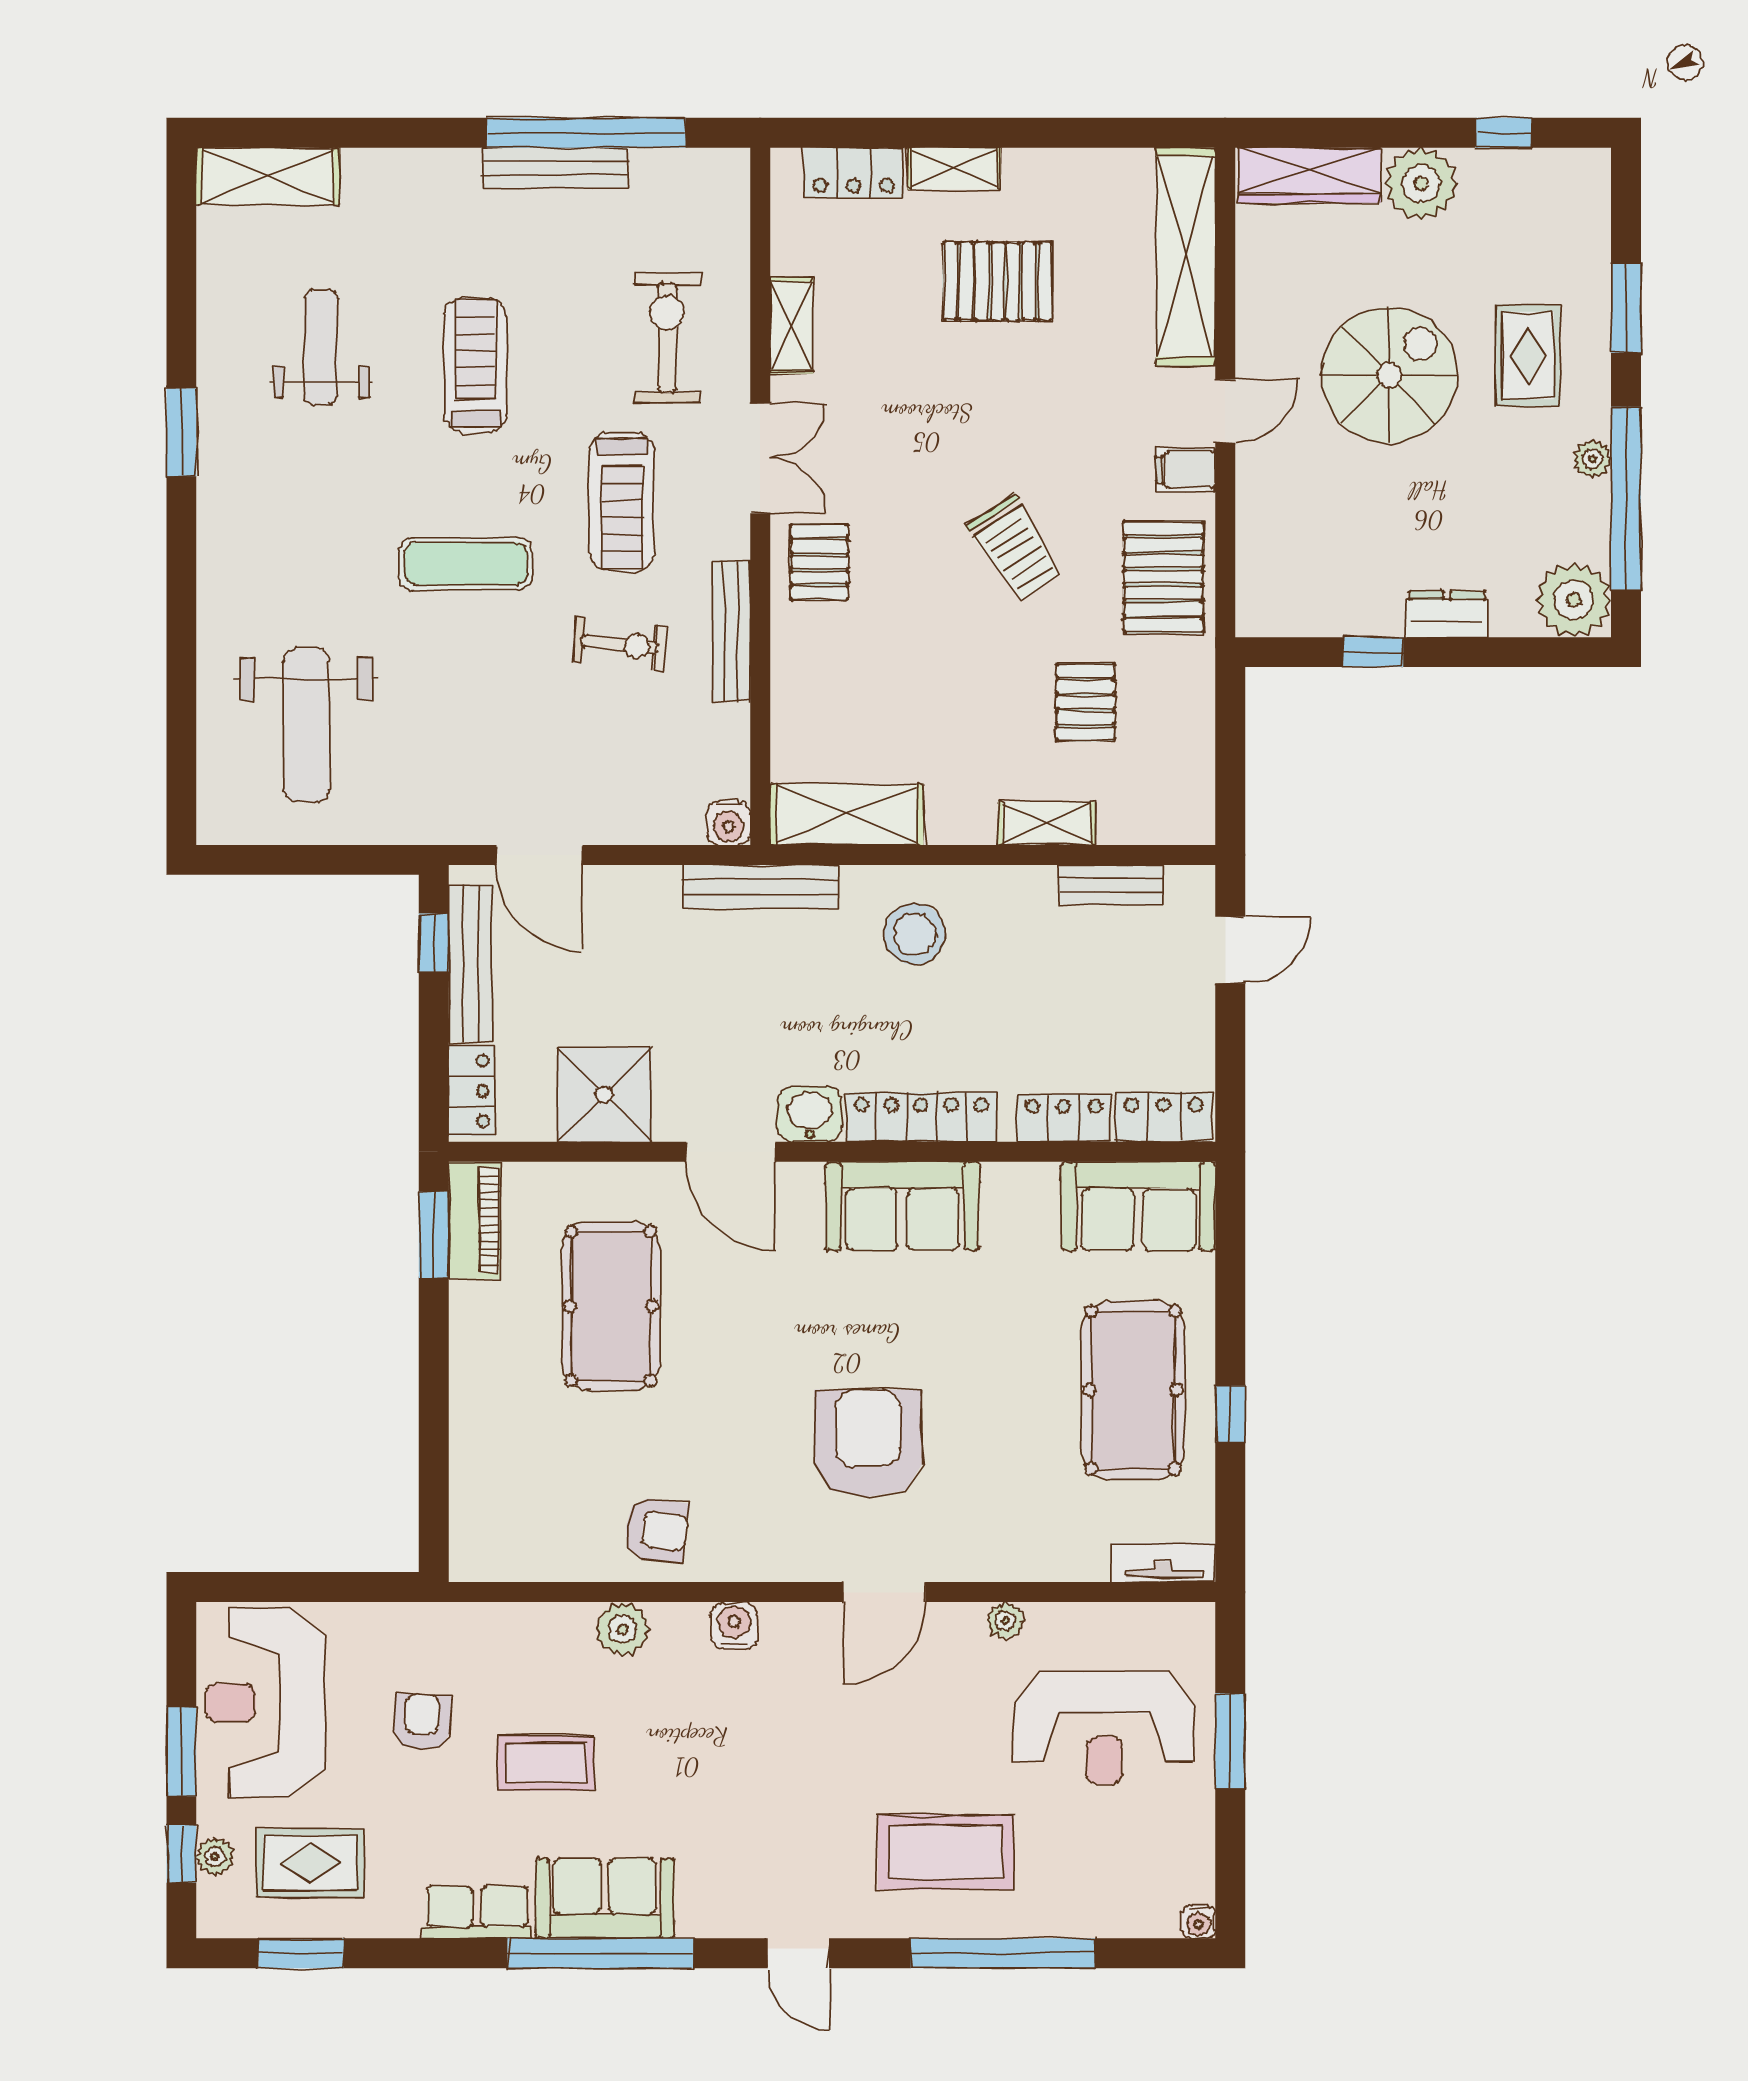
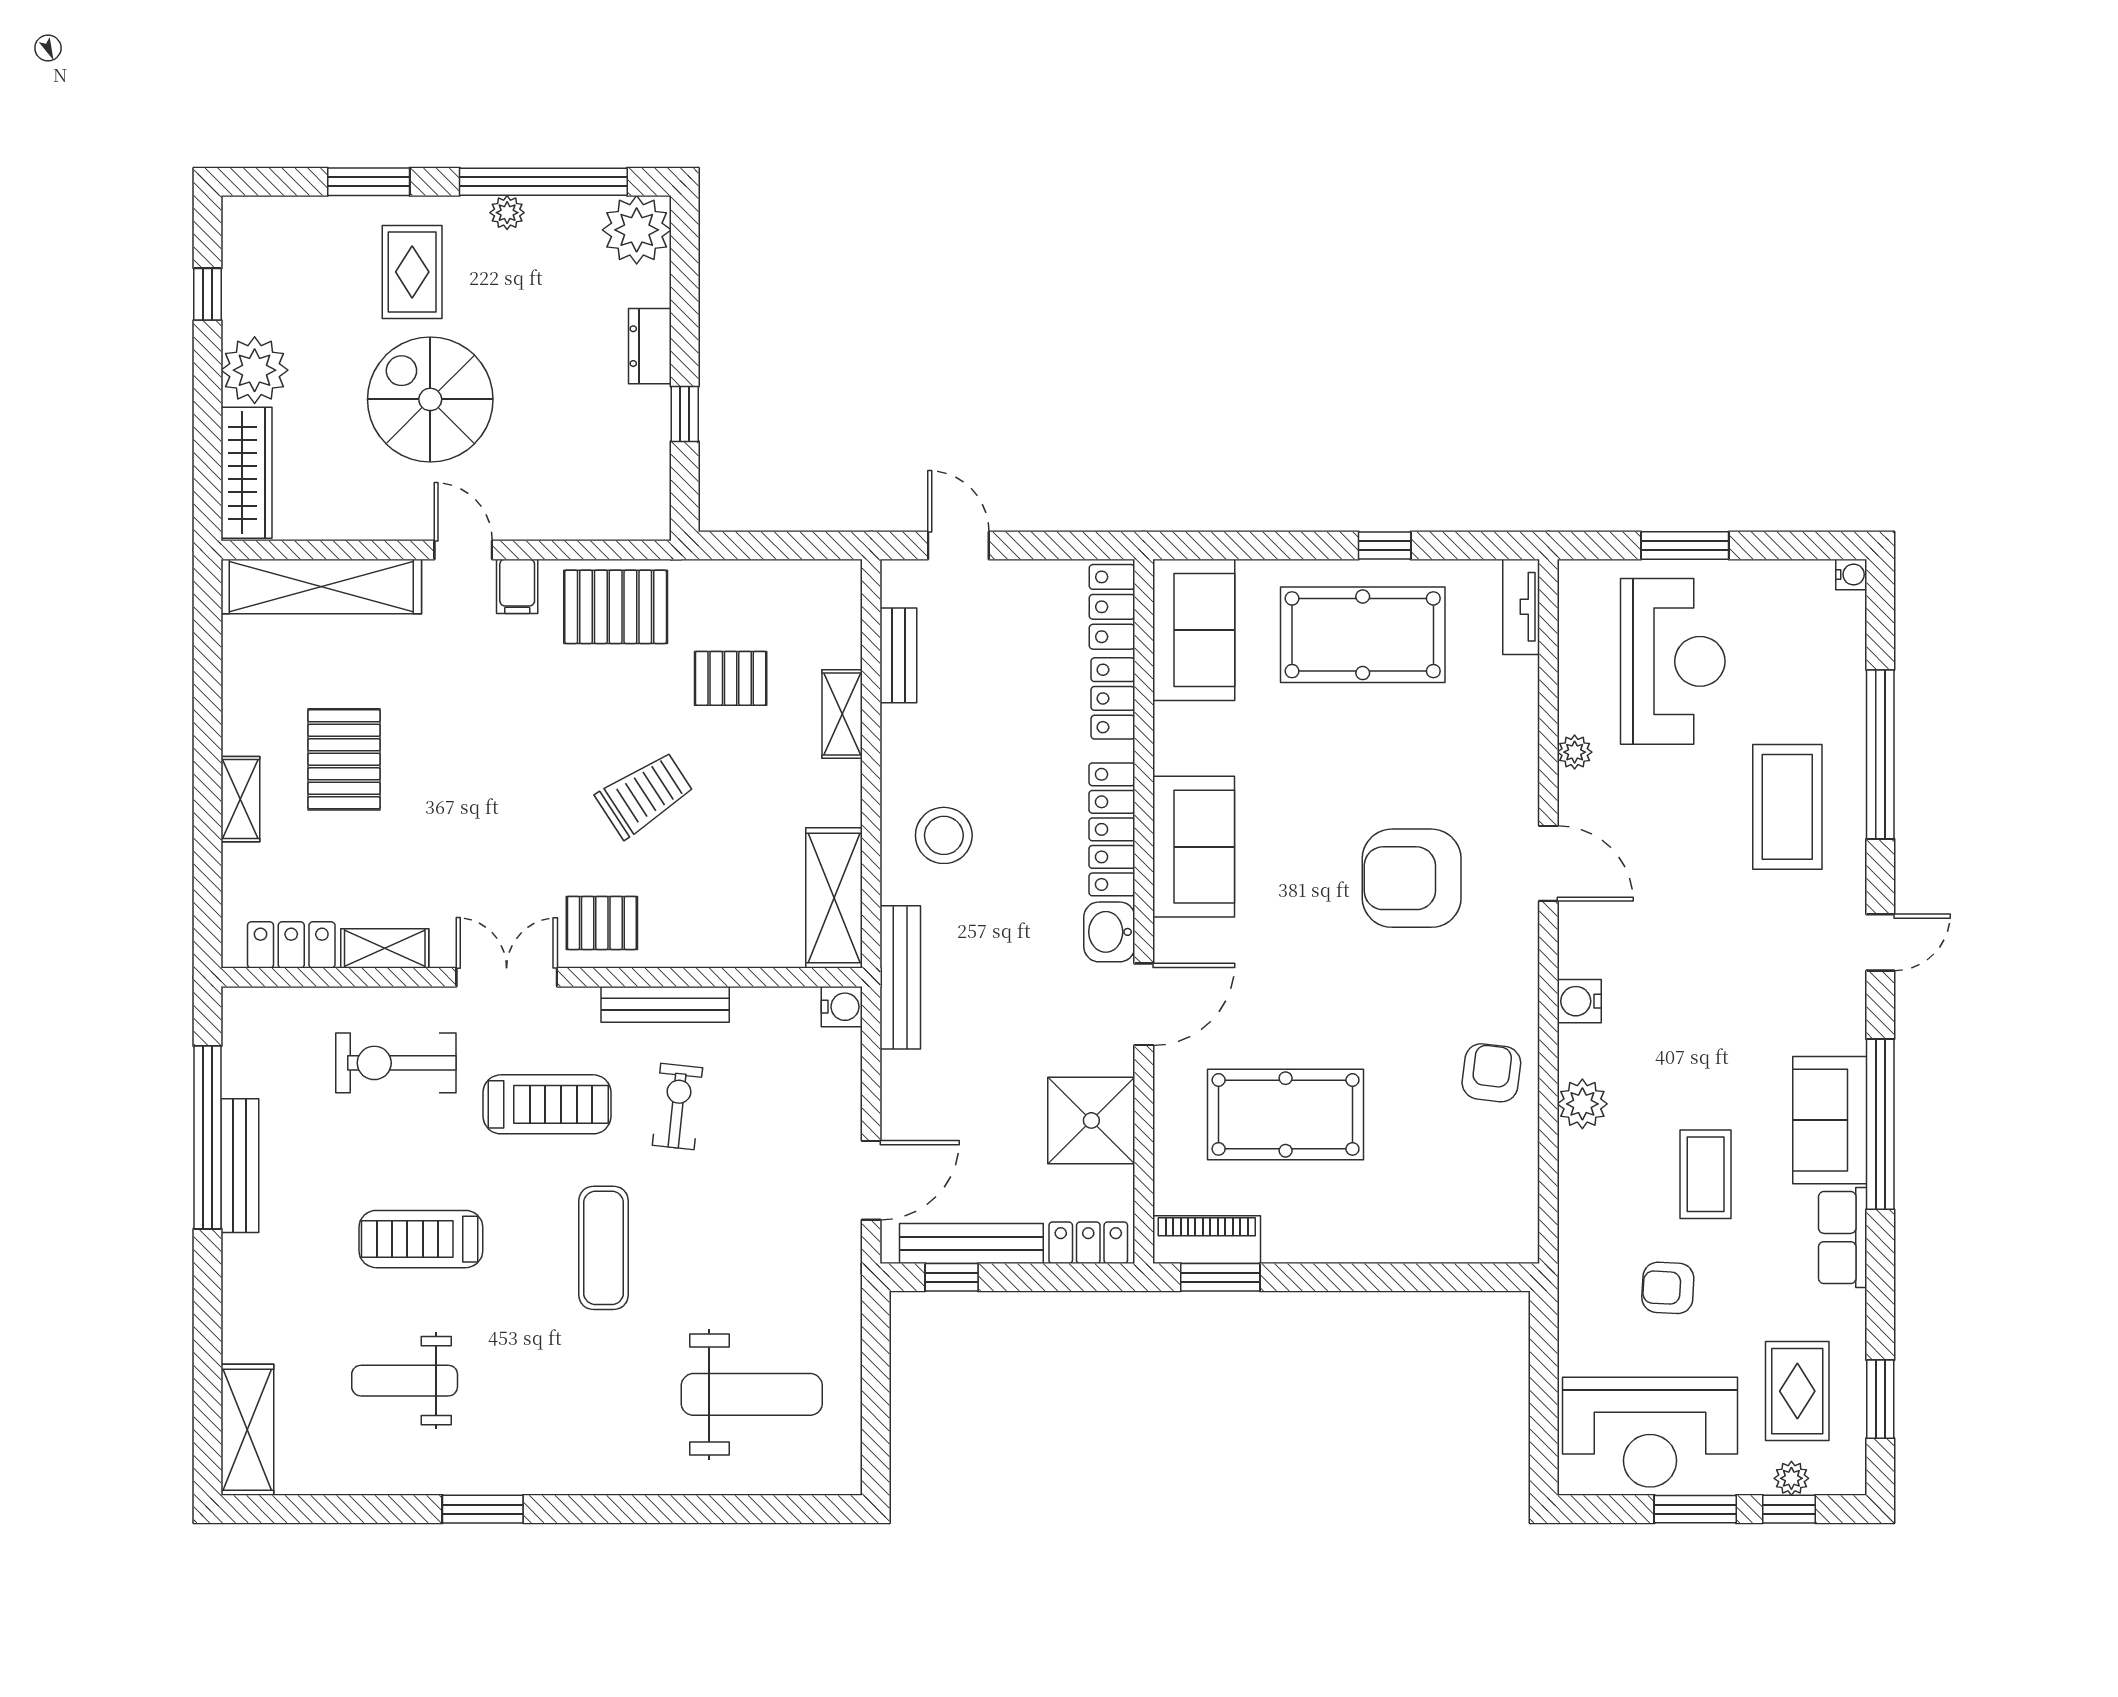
locker: (853, 173) -> (291, 945), moved, turned -90
rug: (1528, 355) -> (412, 272), turned 90
trolley: (1015, 548) -> (645, 795), moved

